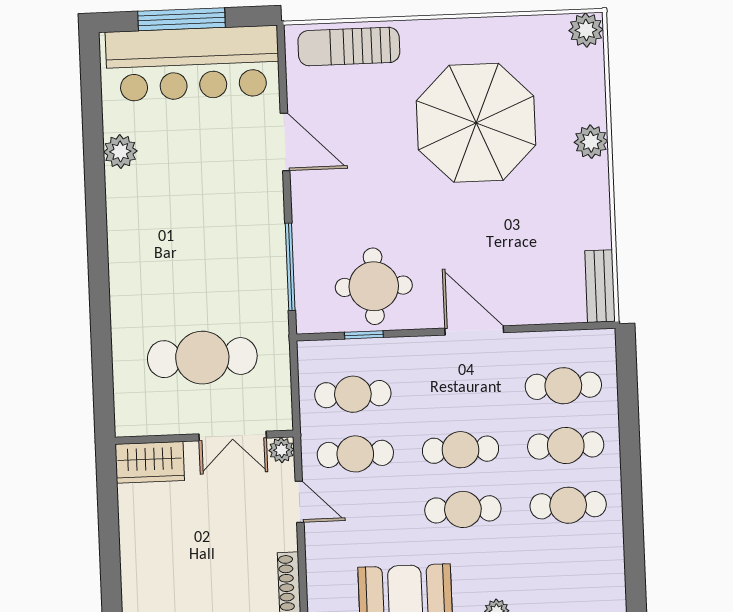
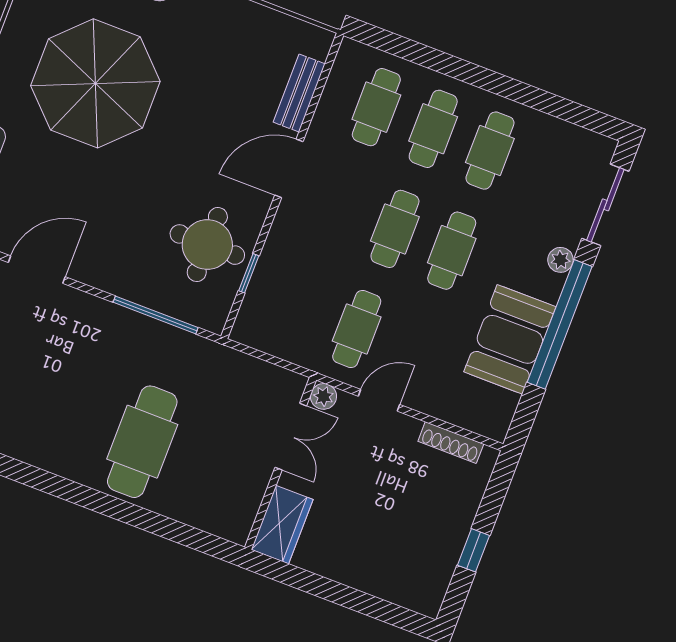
bench: (600, 286) -> (299, 93), moved, turned 90
cafe table: (202, 358) -> (142, 442), moved
cafe table: (353, 394) -> (300, 307), removed

